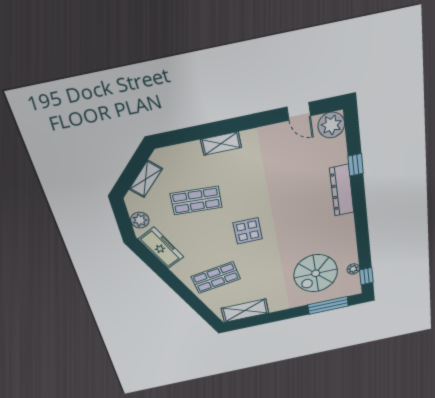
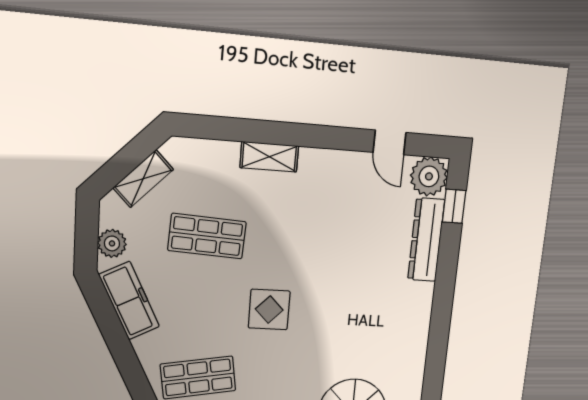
window: (356, 165) -> (454, 206), moved
dresser: (342, 190) -> (426, 240), moved

